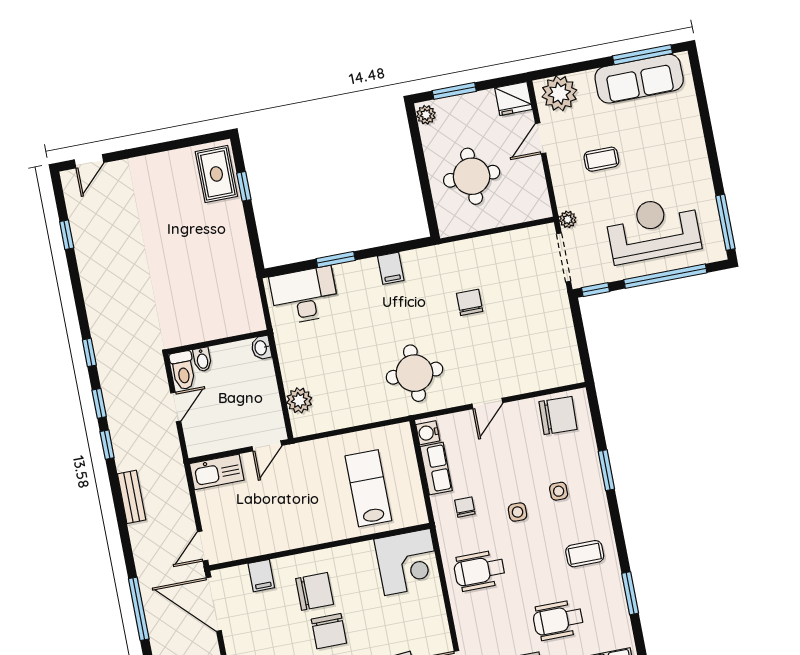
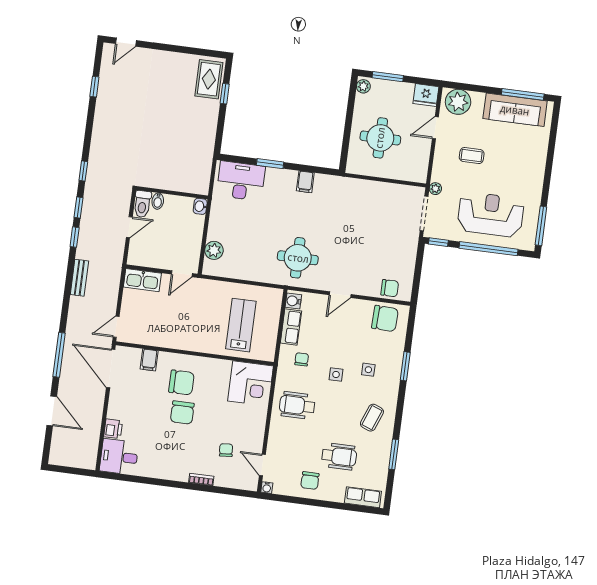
chair: (470, 302) -> (390, 288), moved, turned 90
coffee table: (585, 554) -> (372, 418), turned -69
wheelchair: (558, 620) -> (339, 456), turned 180

